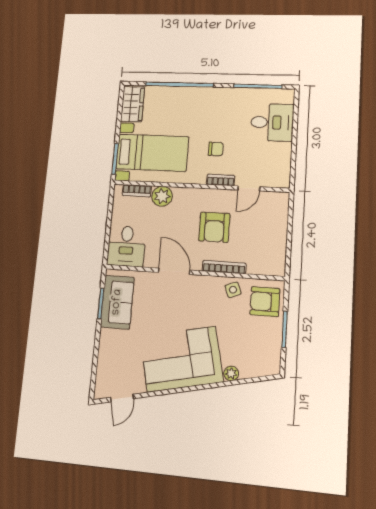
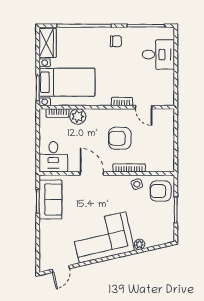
chair: (216, 149) -> (116, 41), moved
door: (249, 188) -> (144, 107), hinge flipped
armchair: (214, 227) -> (120, 138), turned 90

